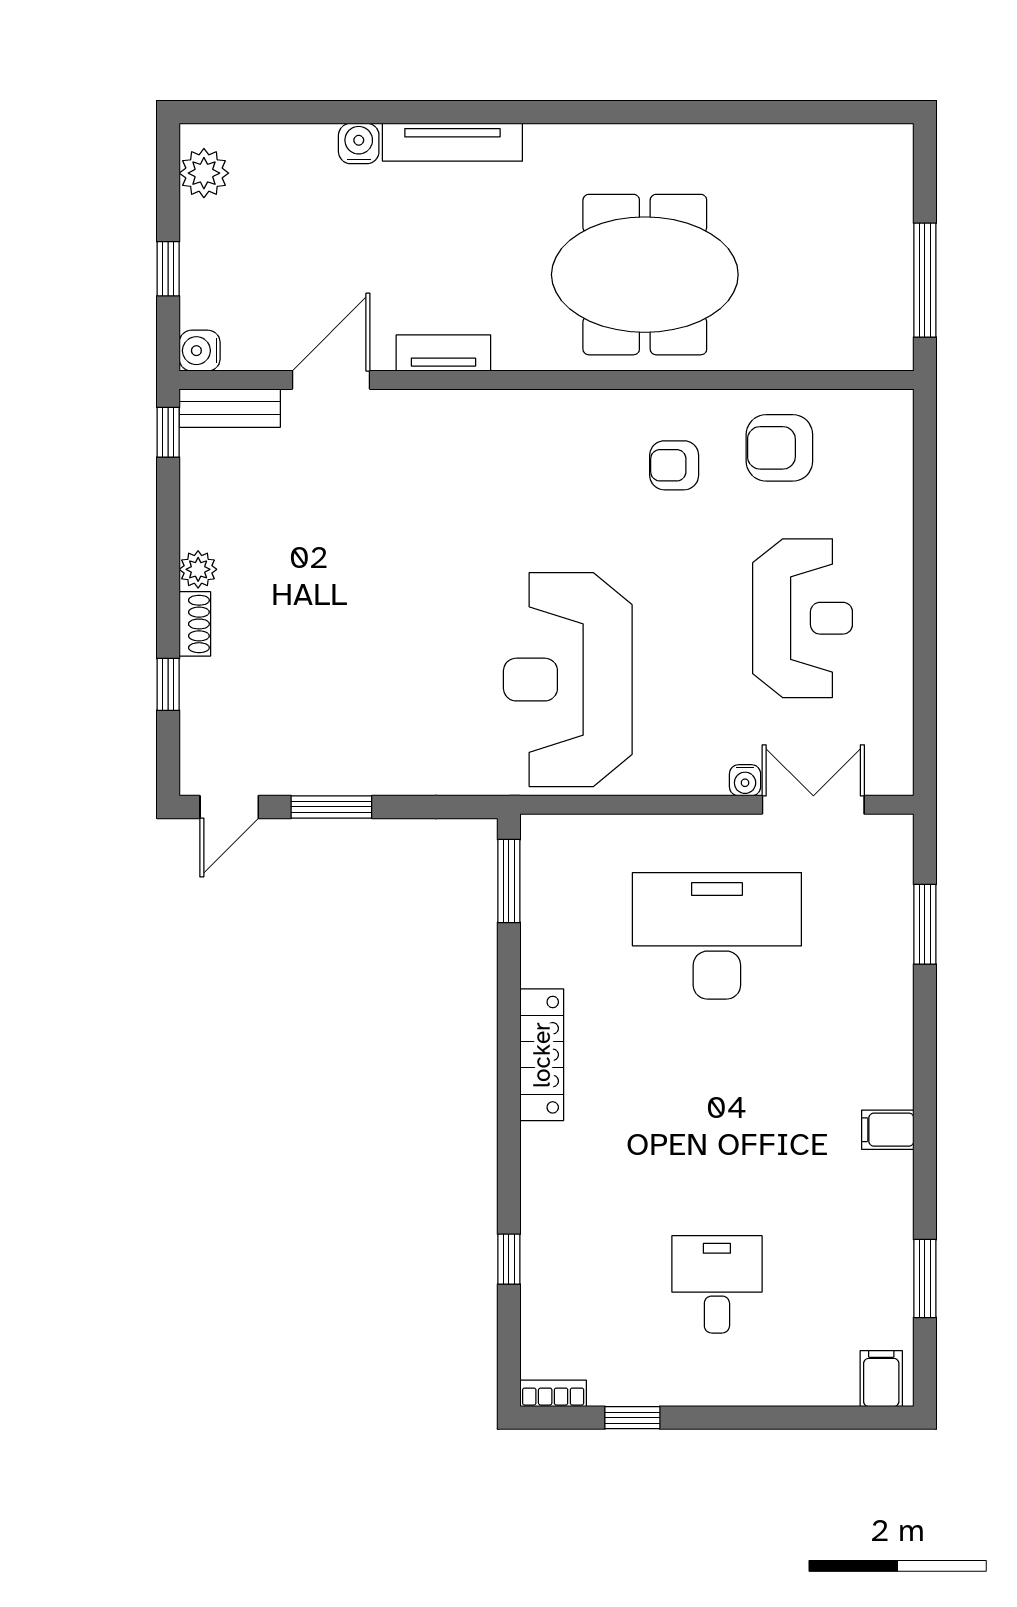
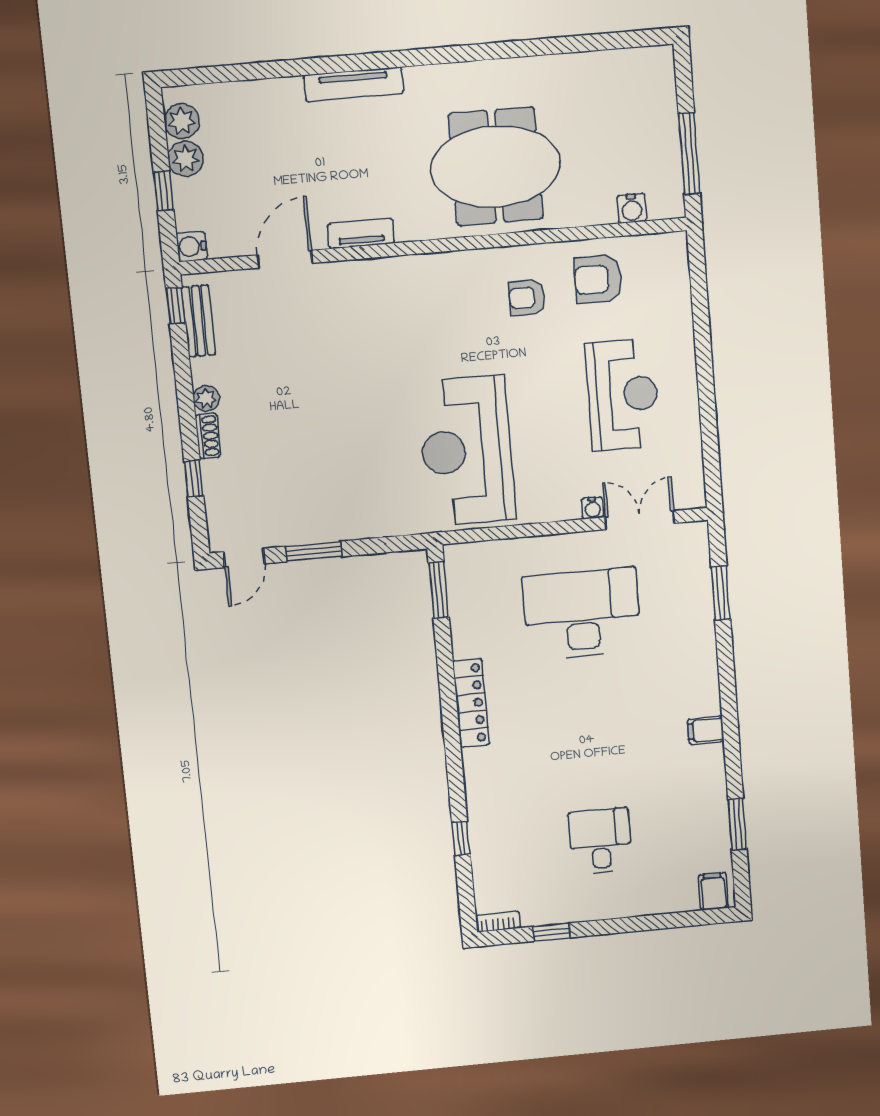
water cooler: (359, 143) -> (632, 208), moved, turned 180
plant: (204, 226) -> (186, 159), added
bench: (230, 408) -> (198, 321), moved, turned 90

